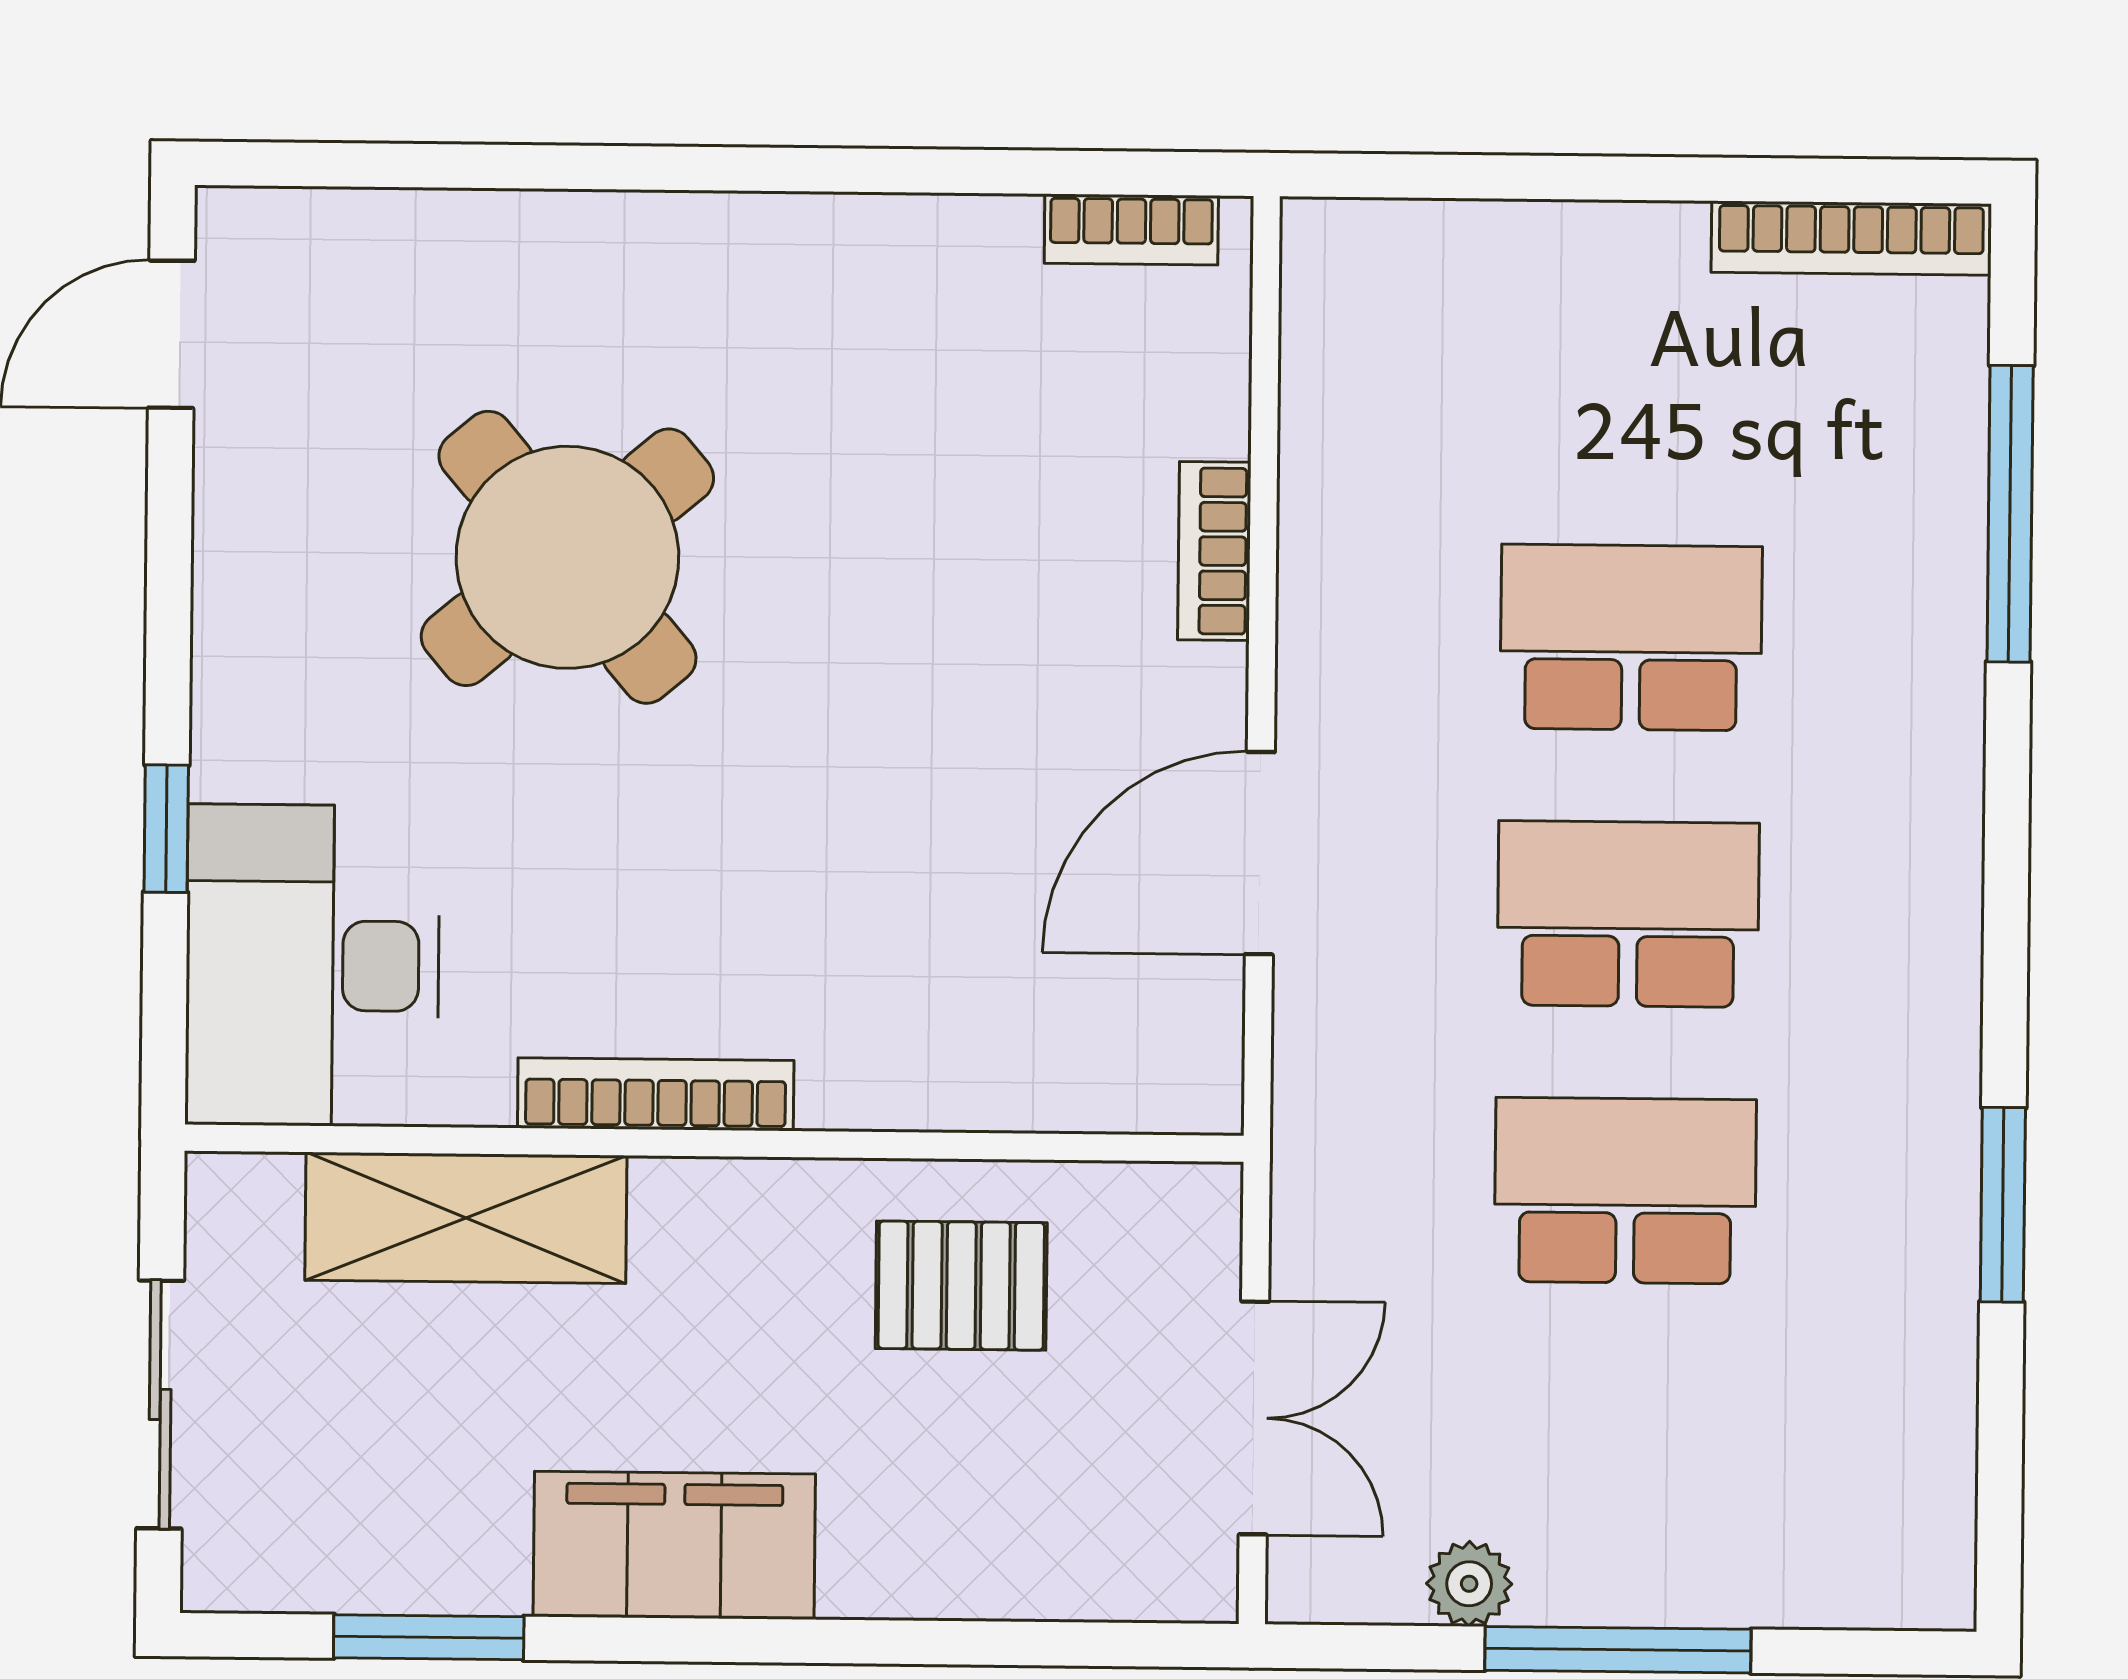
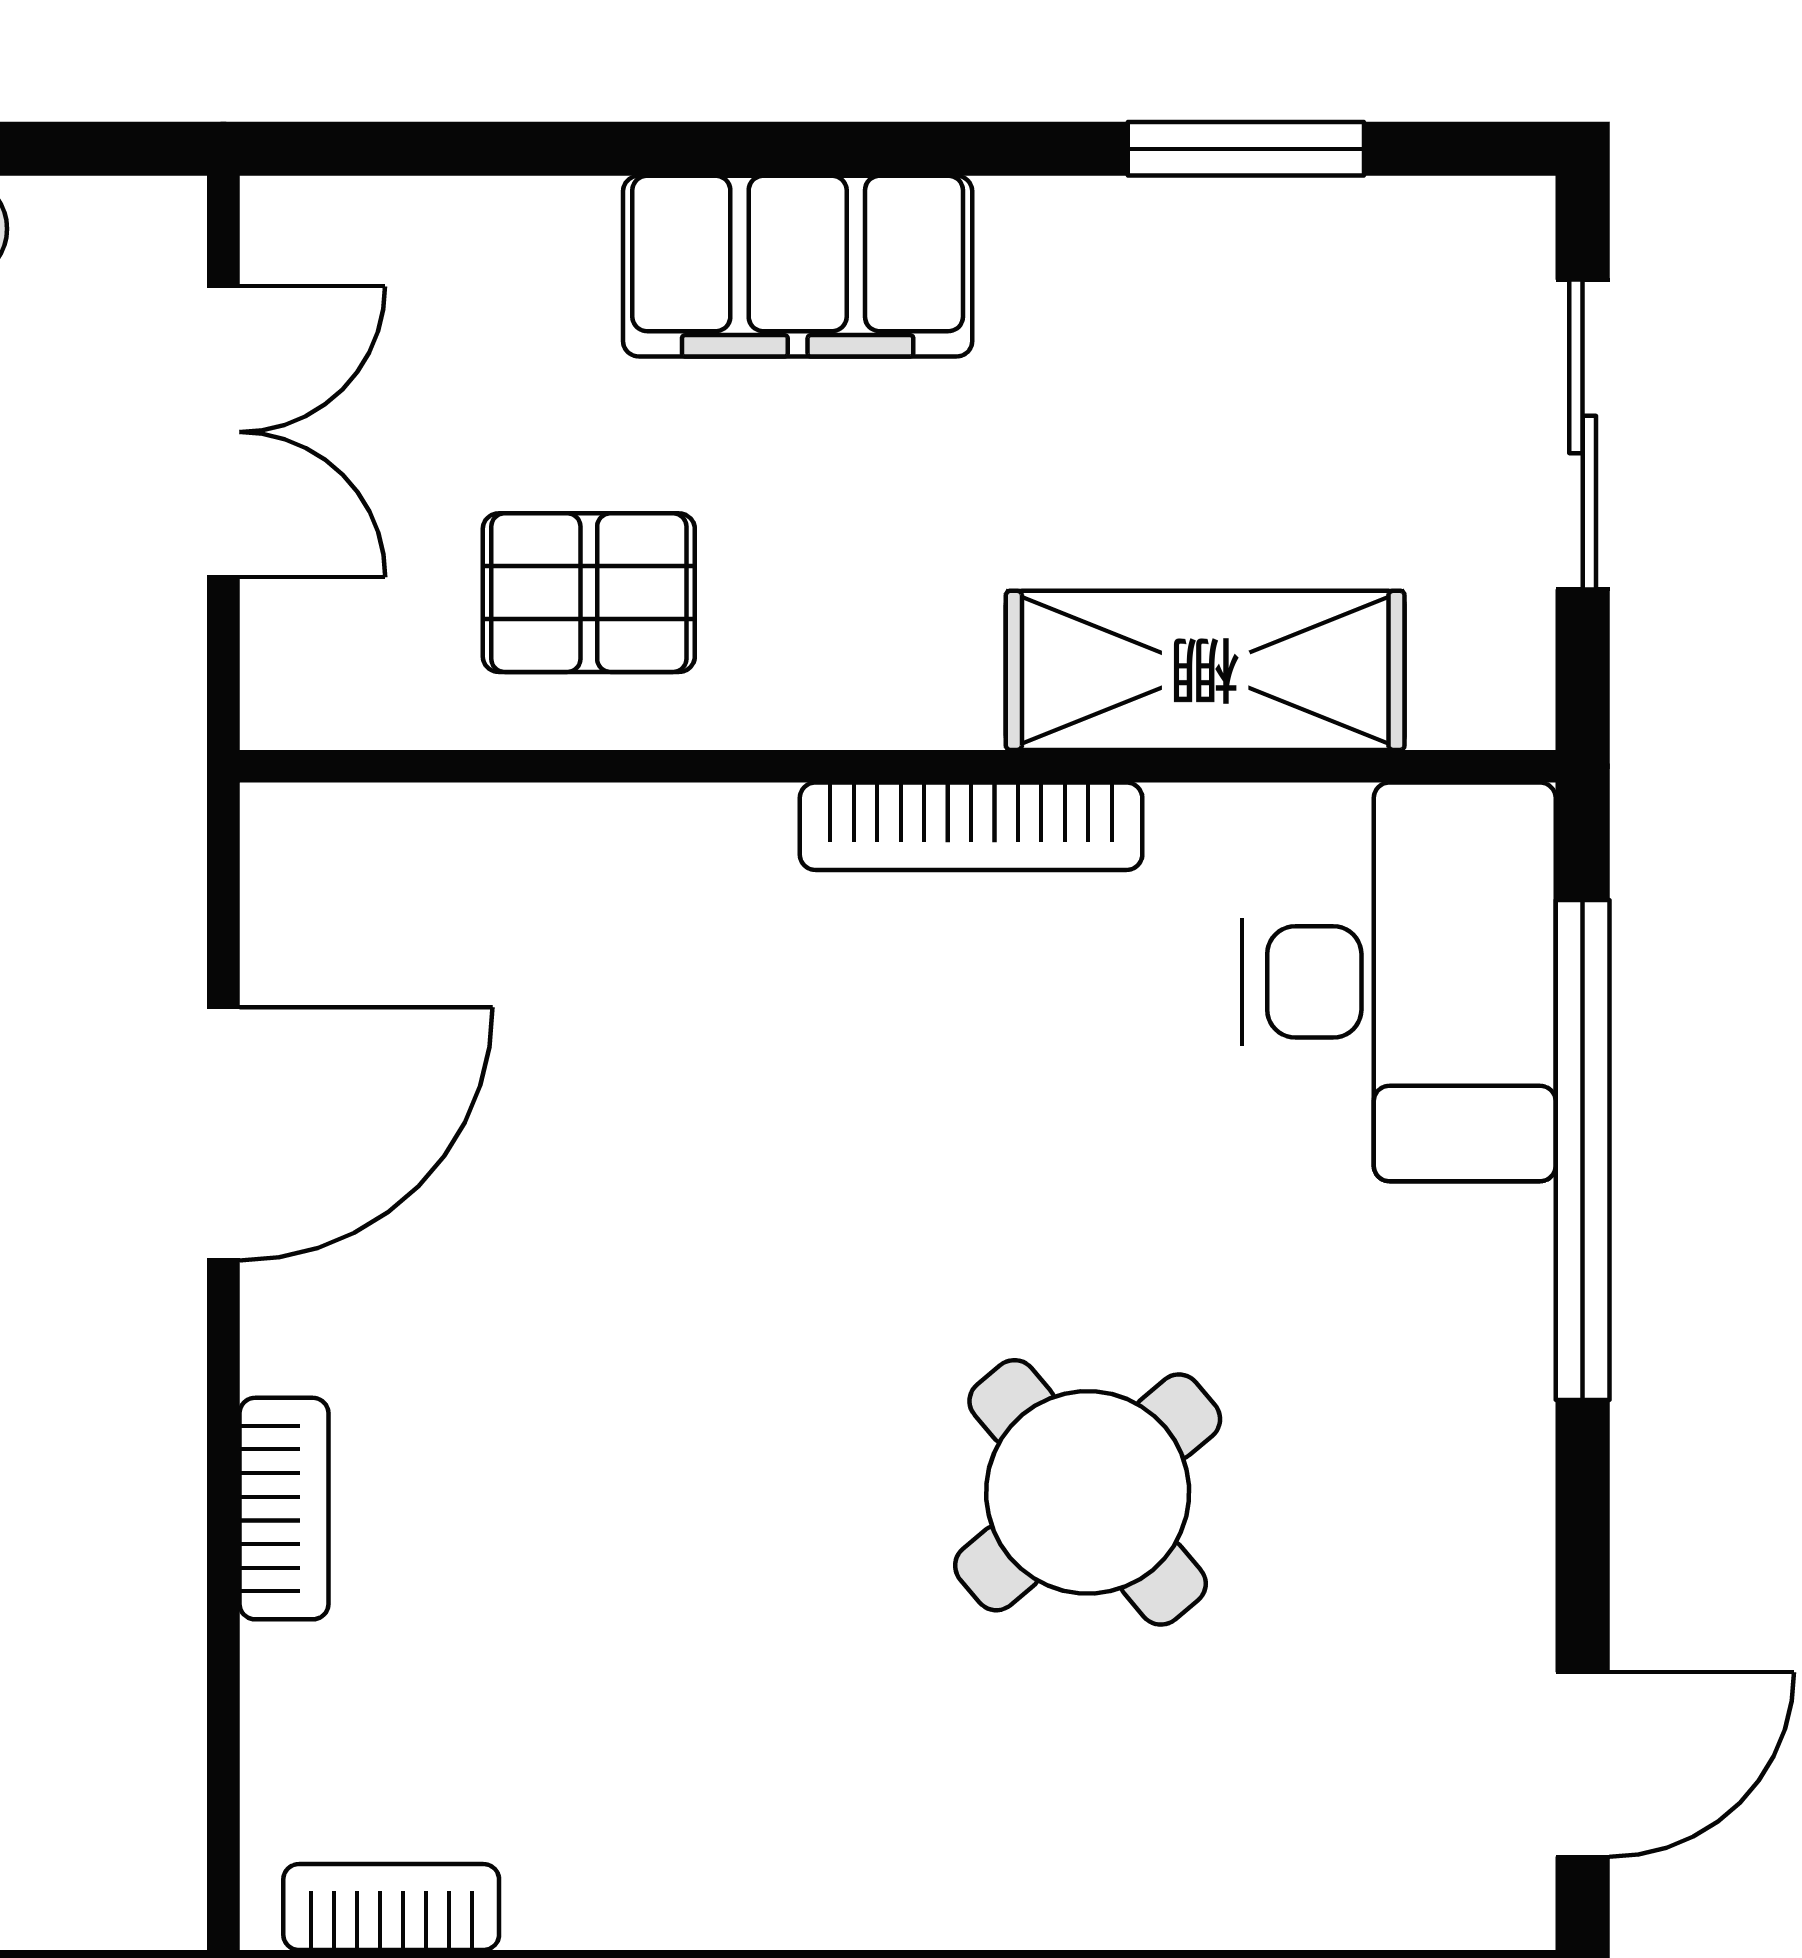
round table: (567, 557) -> (1088, 1492), width x0.73, depth x0.73
window: (166, 829) -> (1583, 1150), width x3.17
double door: (1254, 1418) -> (223, 432), swing flipped
filing cabinet: (674, 1545) -> (798, 266), moved

